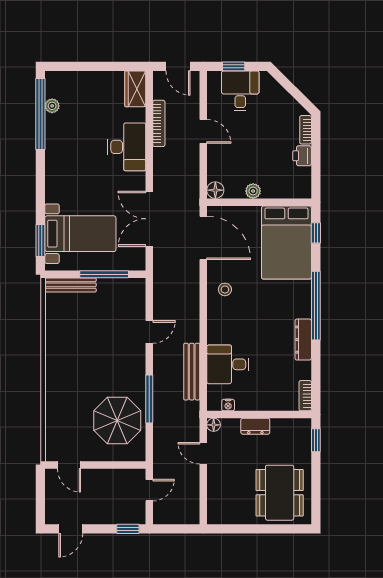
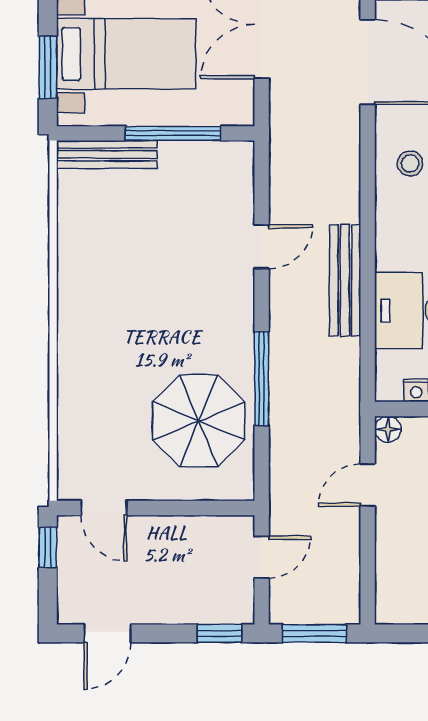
bench: (192, 372) -> (345, 280), moved
door: (203, 453) -> (368, 485), hinge flipped
window: (40, 485) -> (48, 547), added
window: (176, 529) -> (314, 633), added

